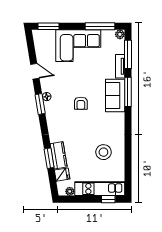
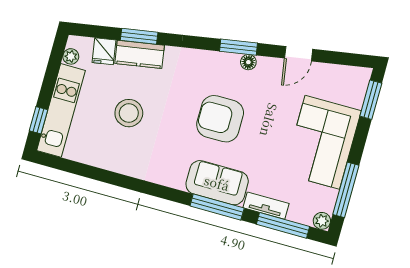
armchair: (81, 103) -> (220, 119), width x1.88, depth x1.88
stool: (103, 152) -> (129, 113), moved

